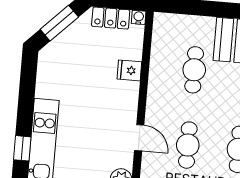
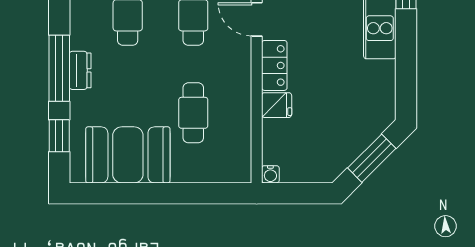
locker: (111, 18) -> (274, 65), moved, turned 90

